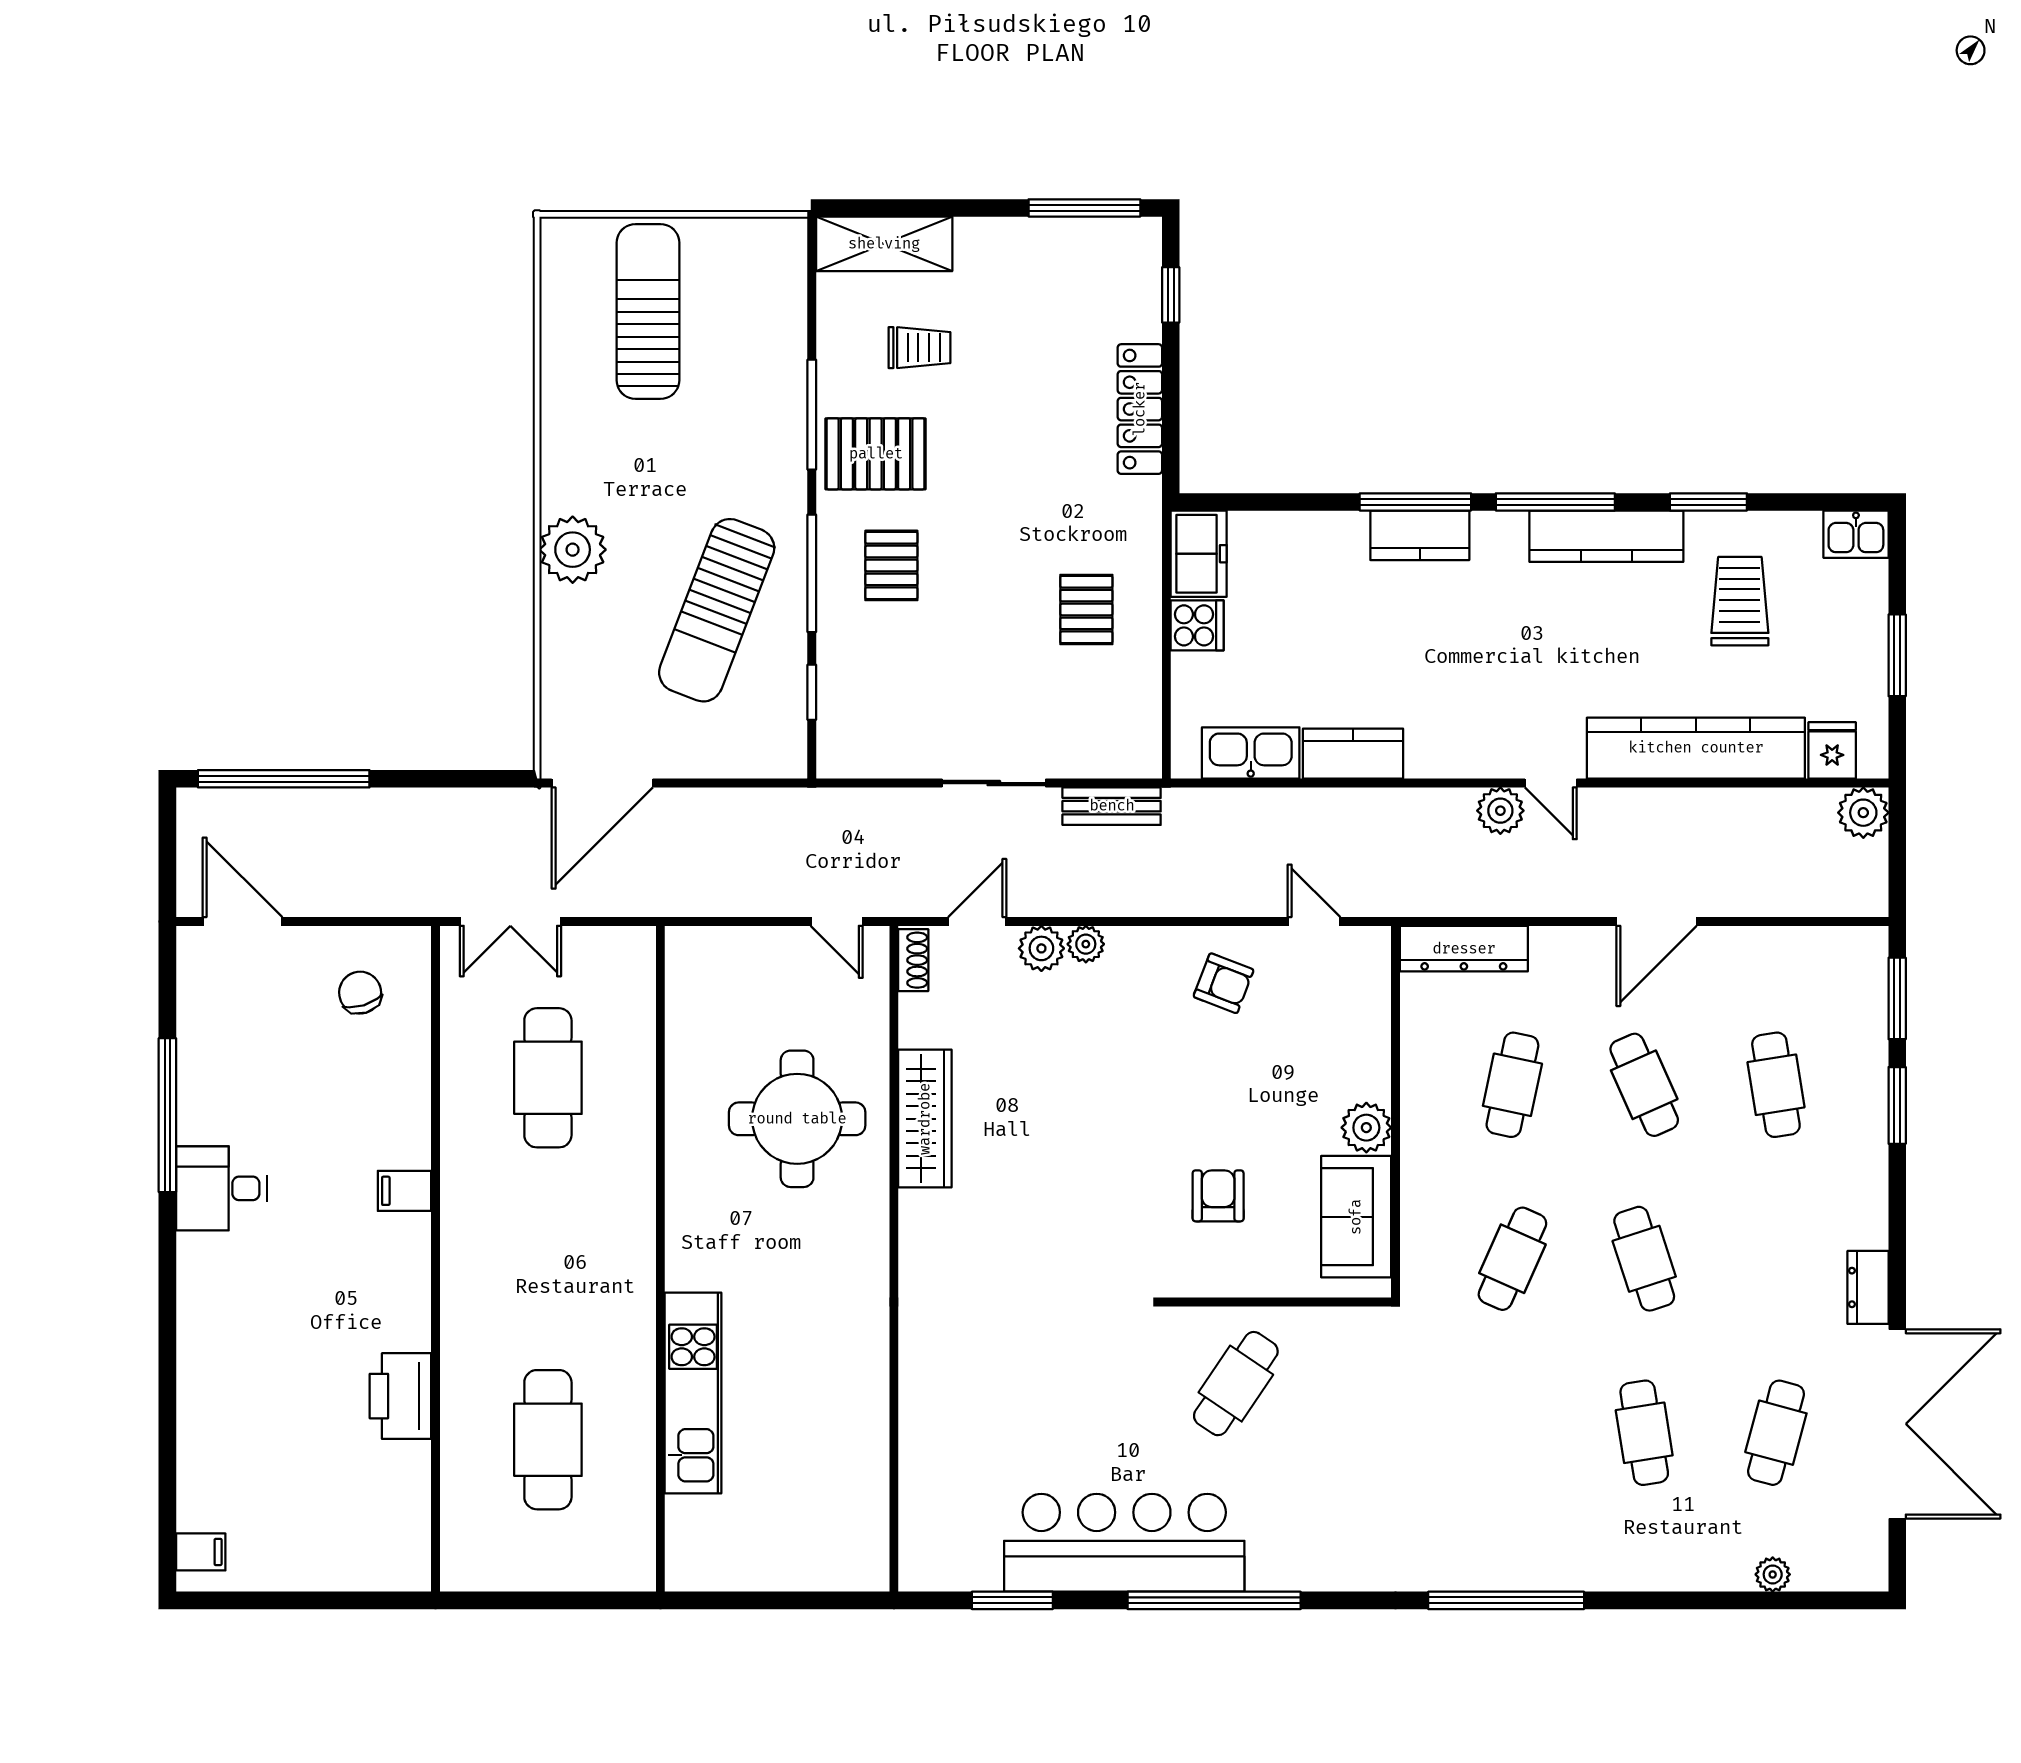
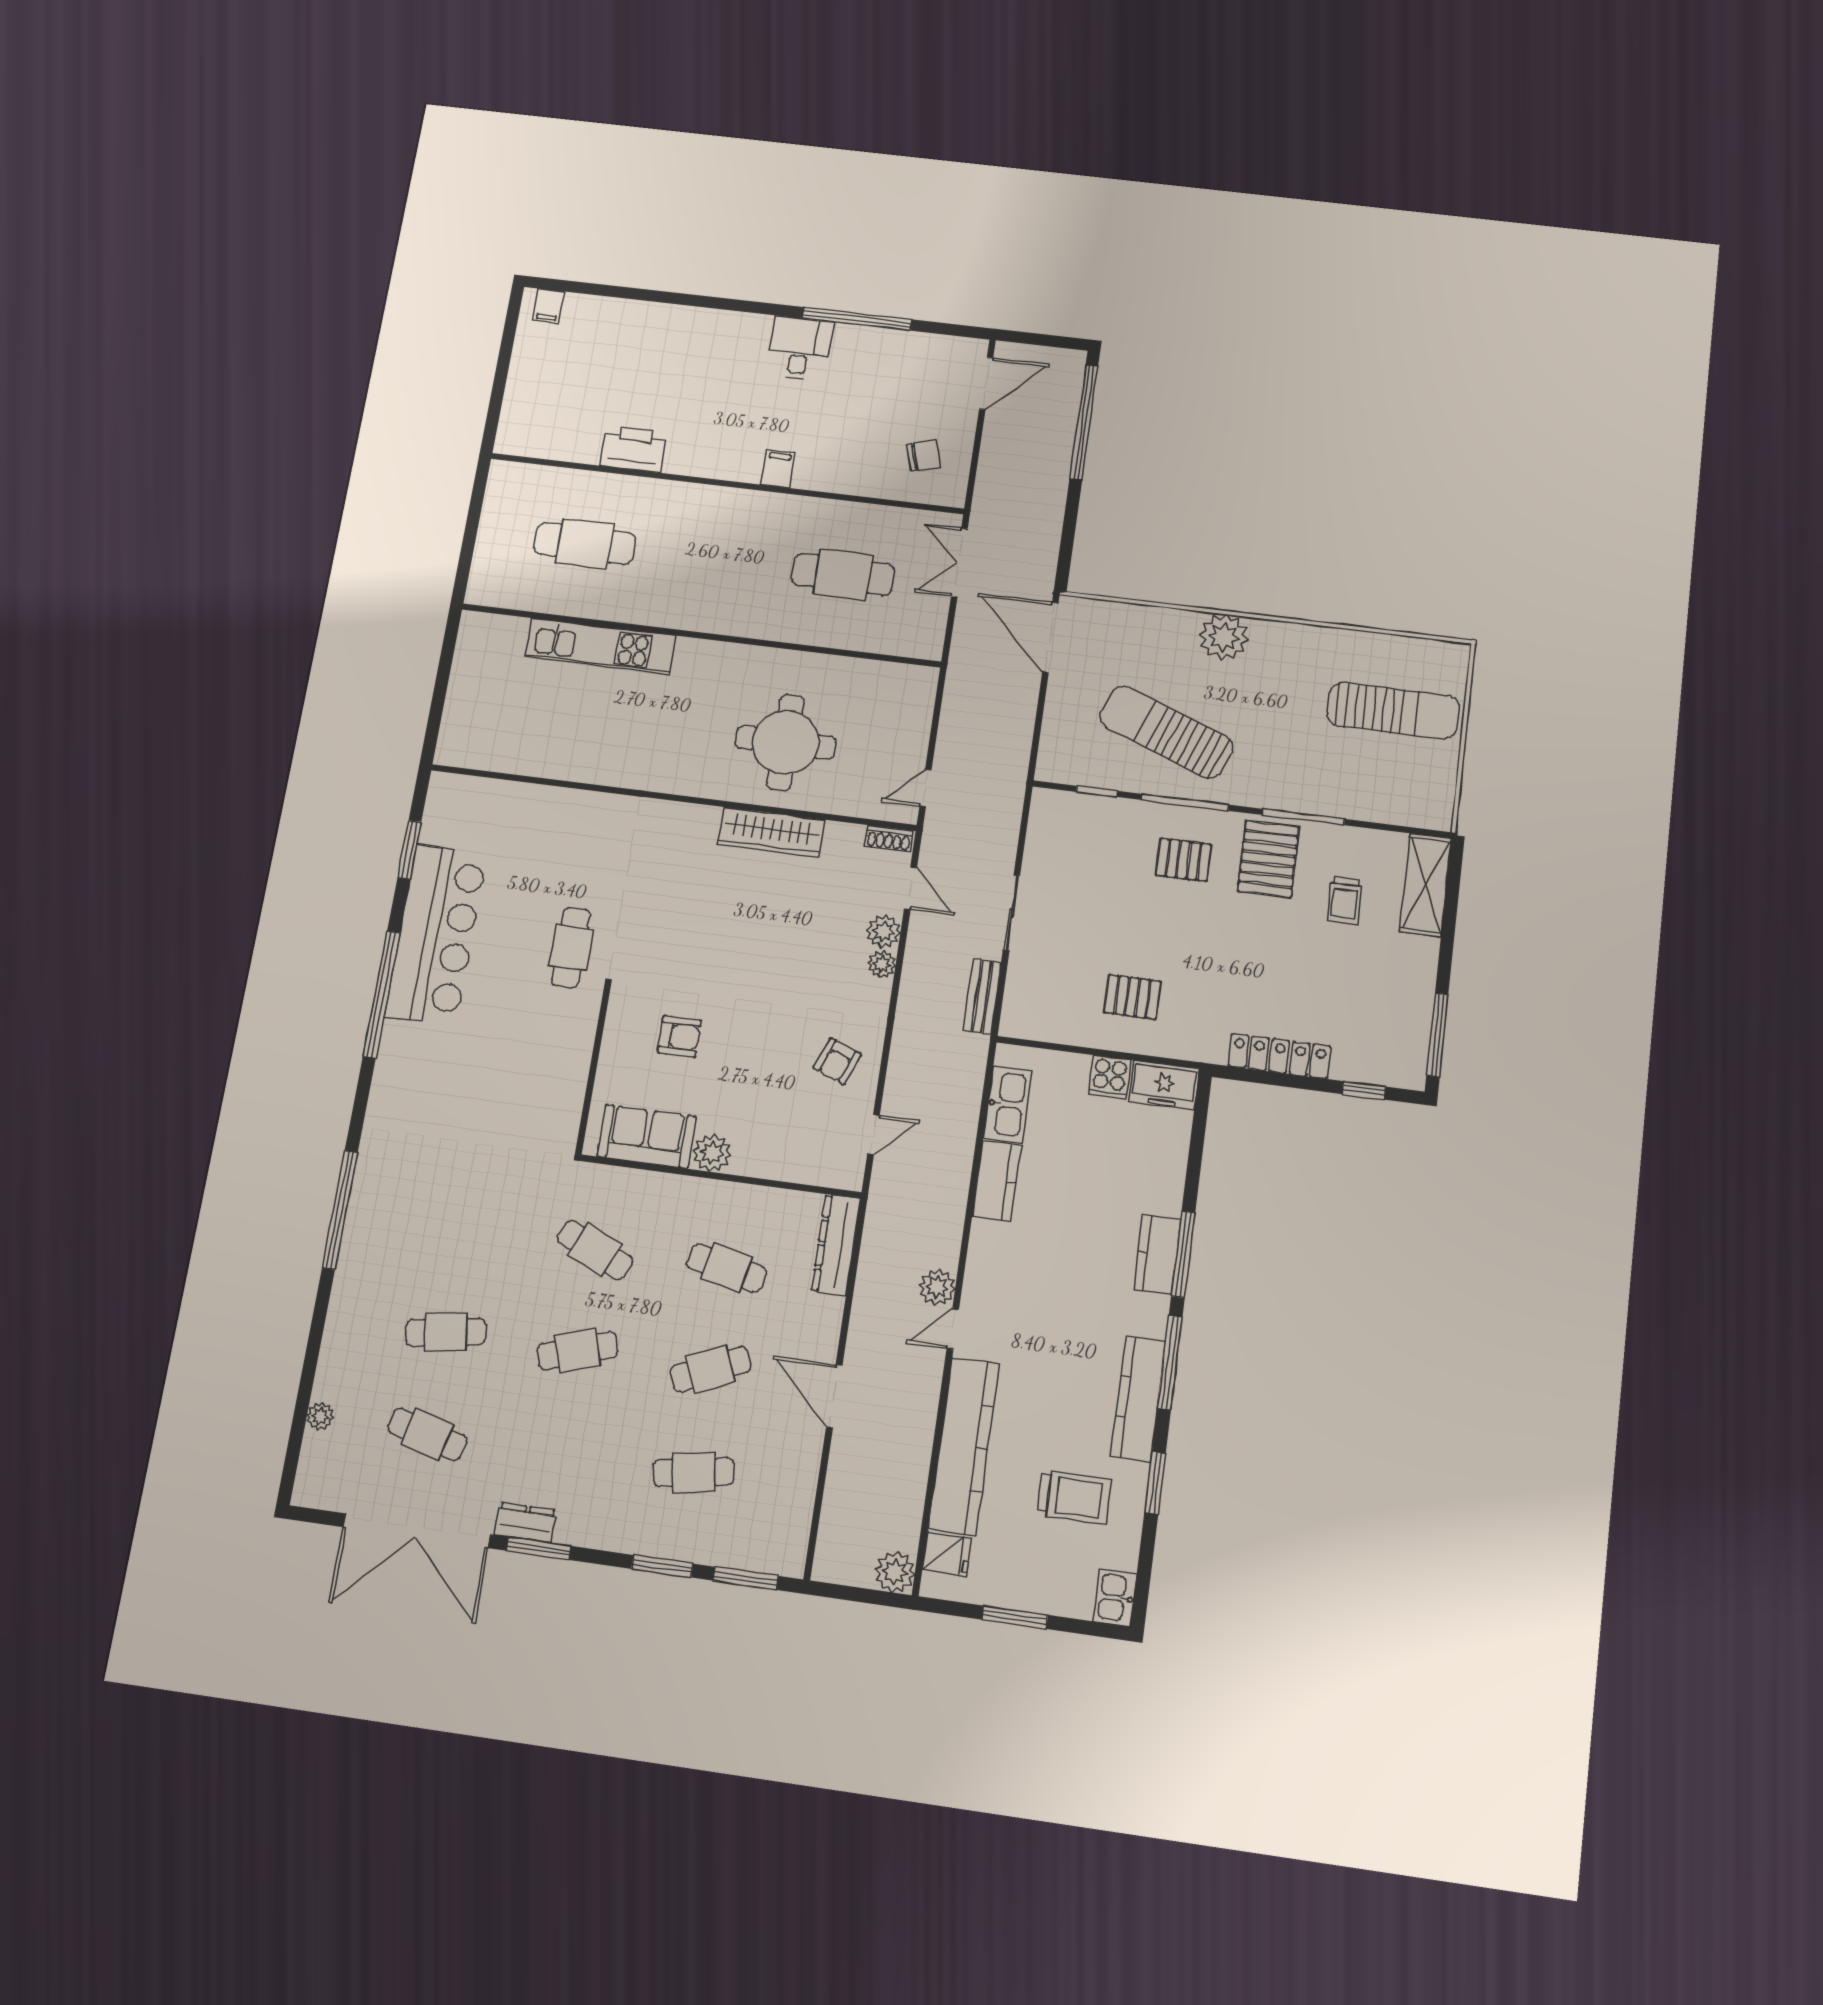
window: (1897, 1265) -> (539, 1548), added
cafe table: (1236, 1384) -> (571, 948), moved, turned 56

